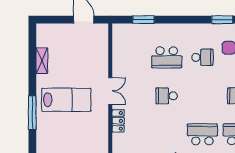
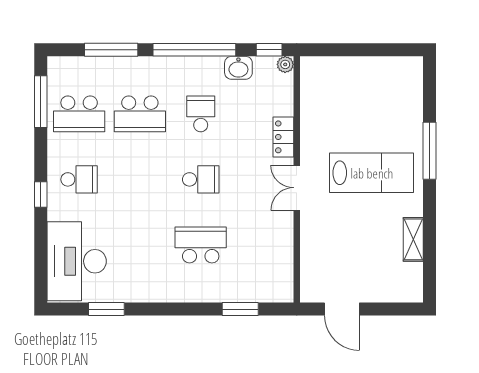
school desk: (202, 57) -> (201, 114), moved, turned 90
lab bench: (66, 100) -> (372, 173), turned 180

